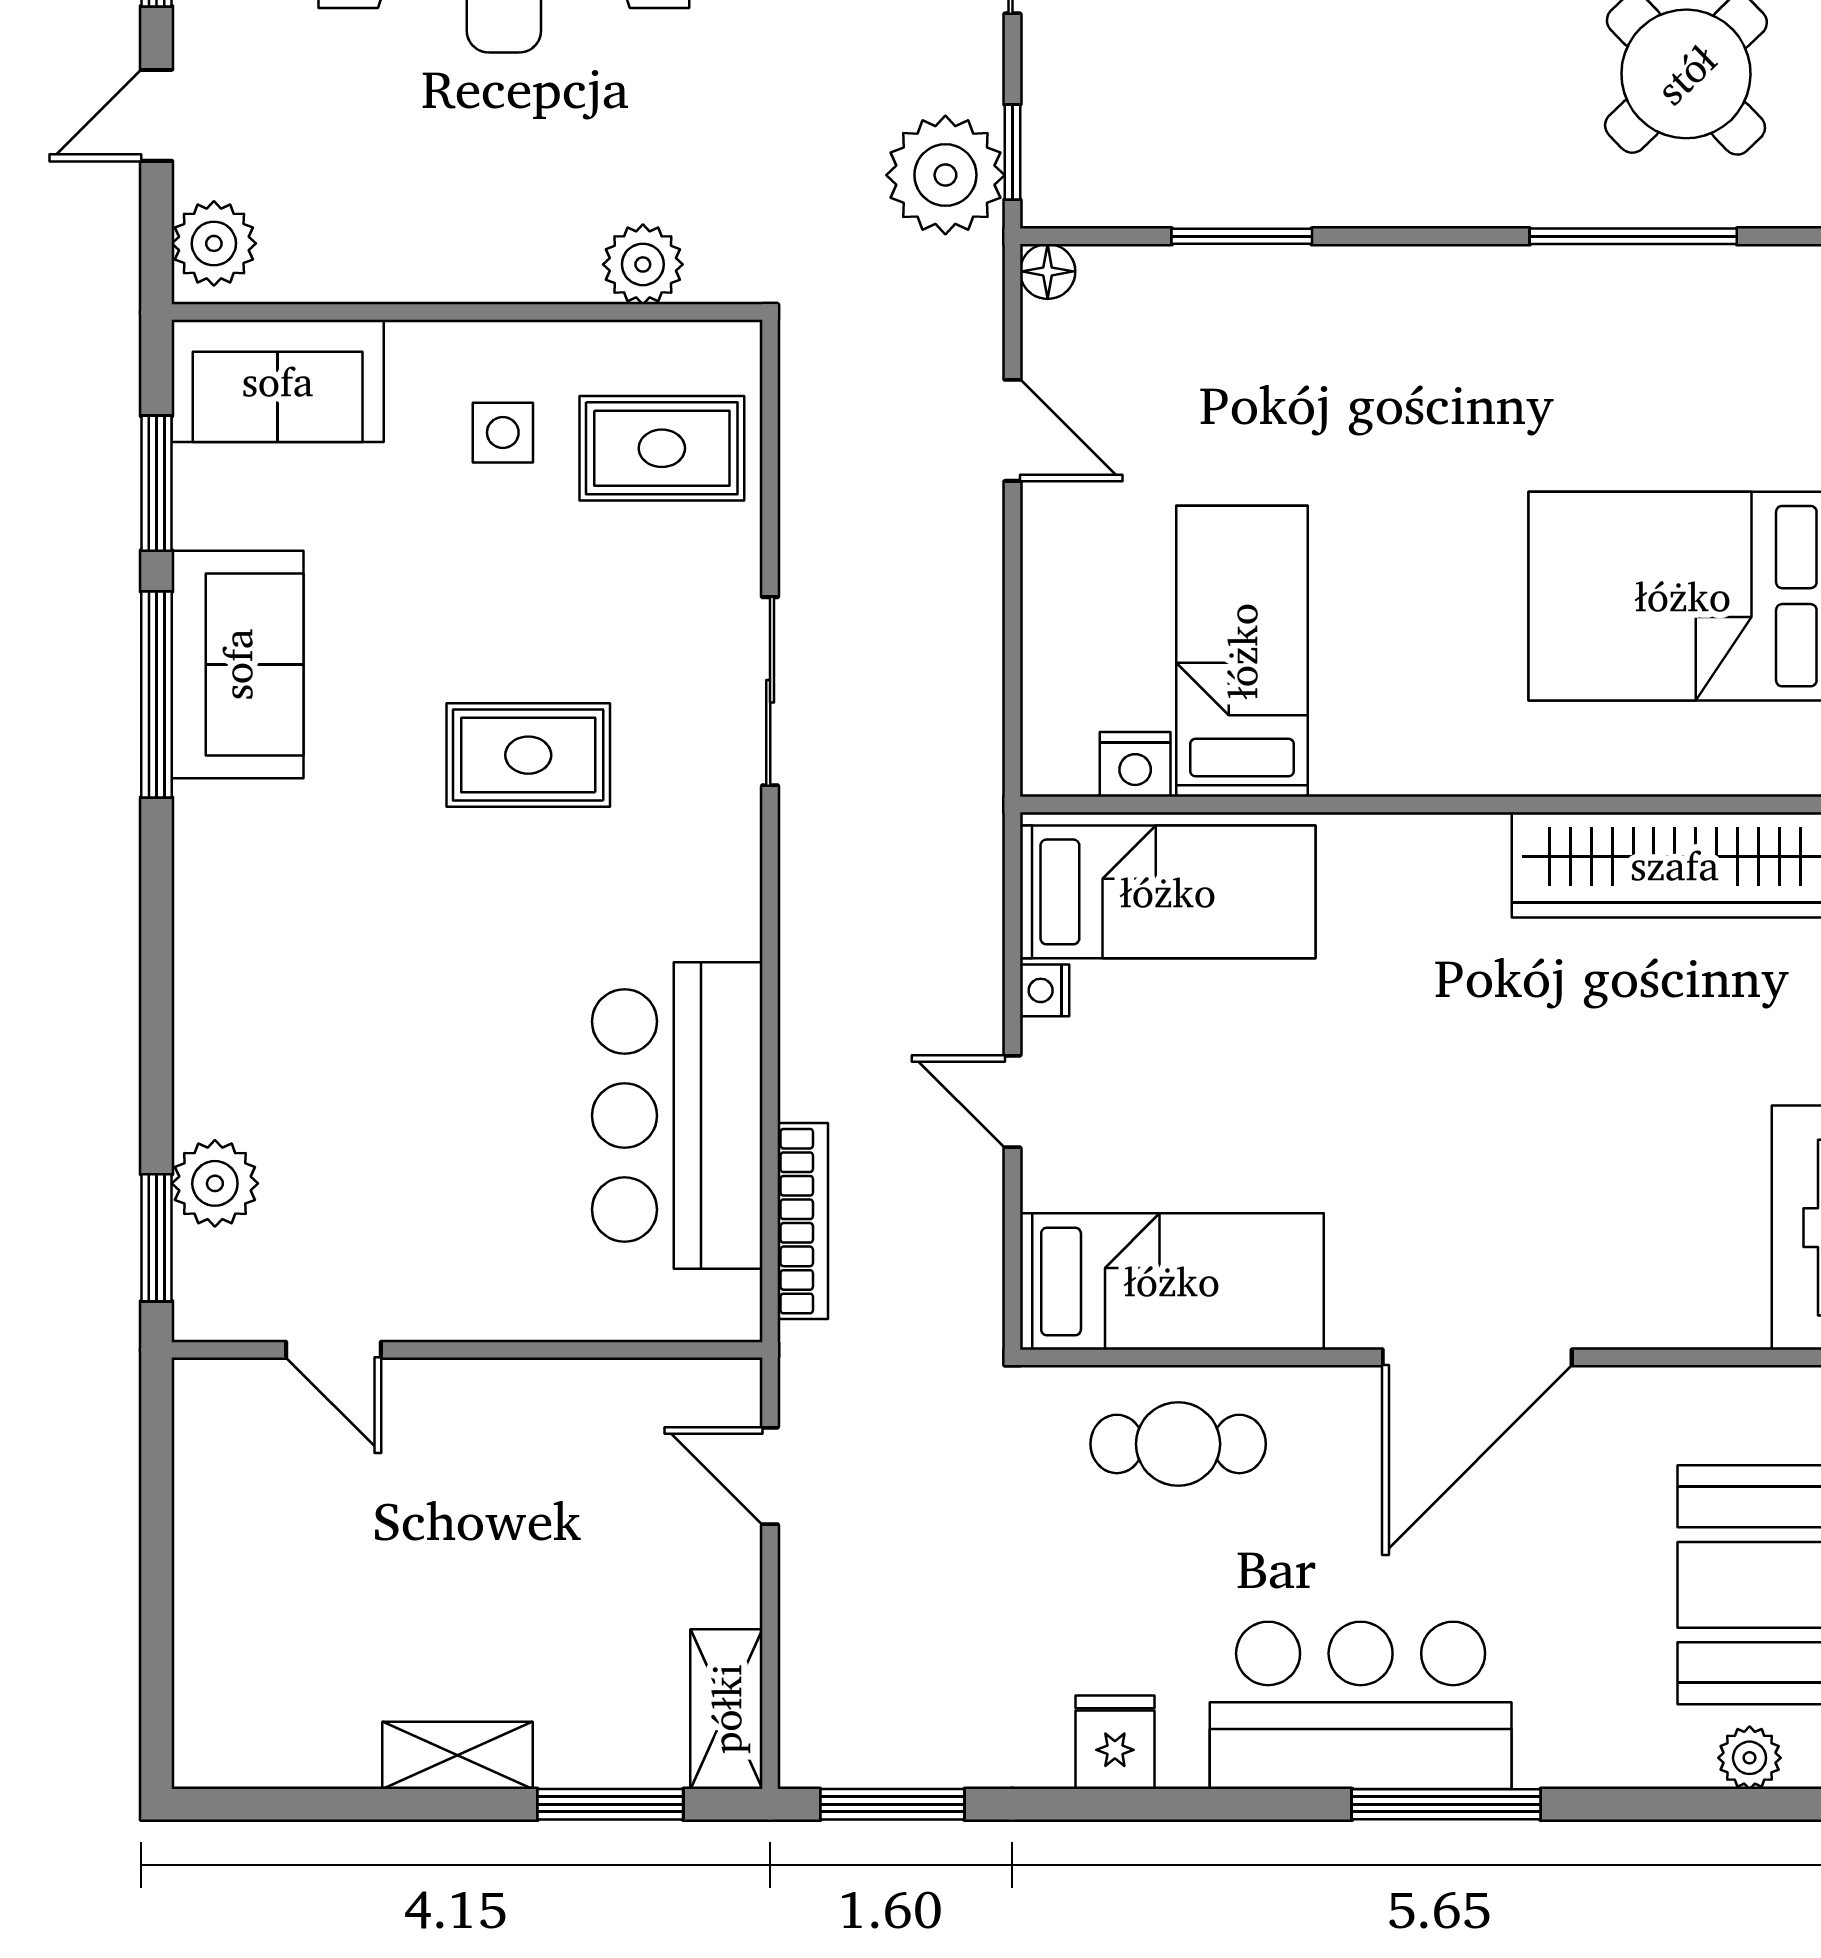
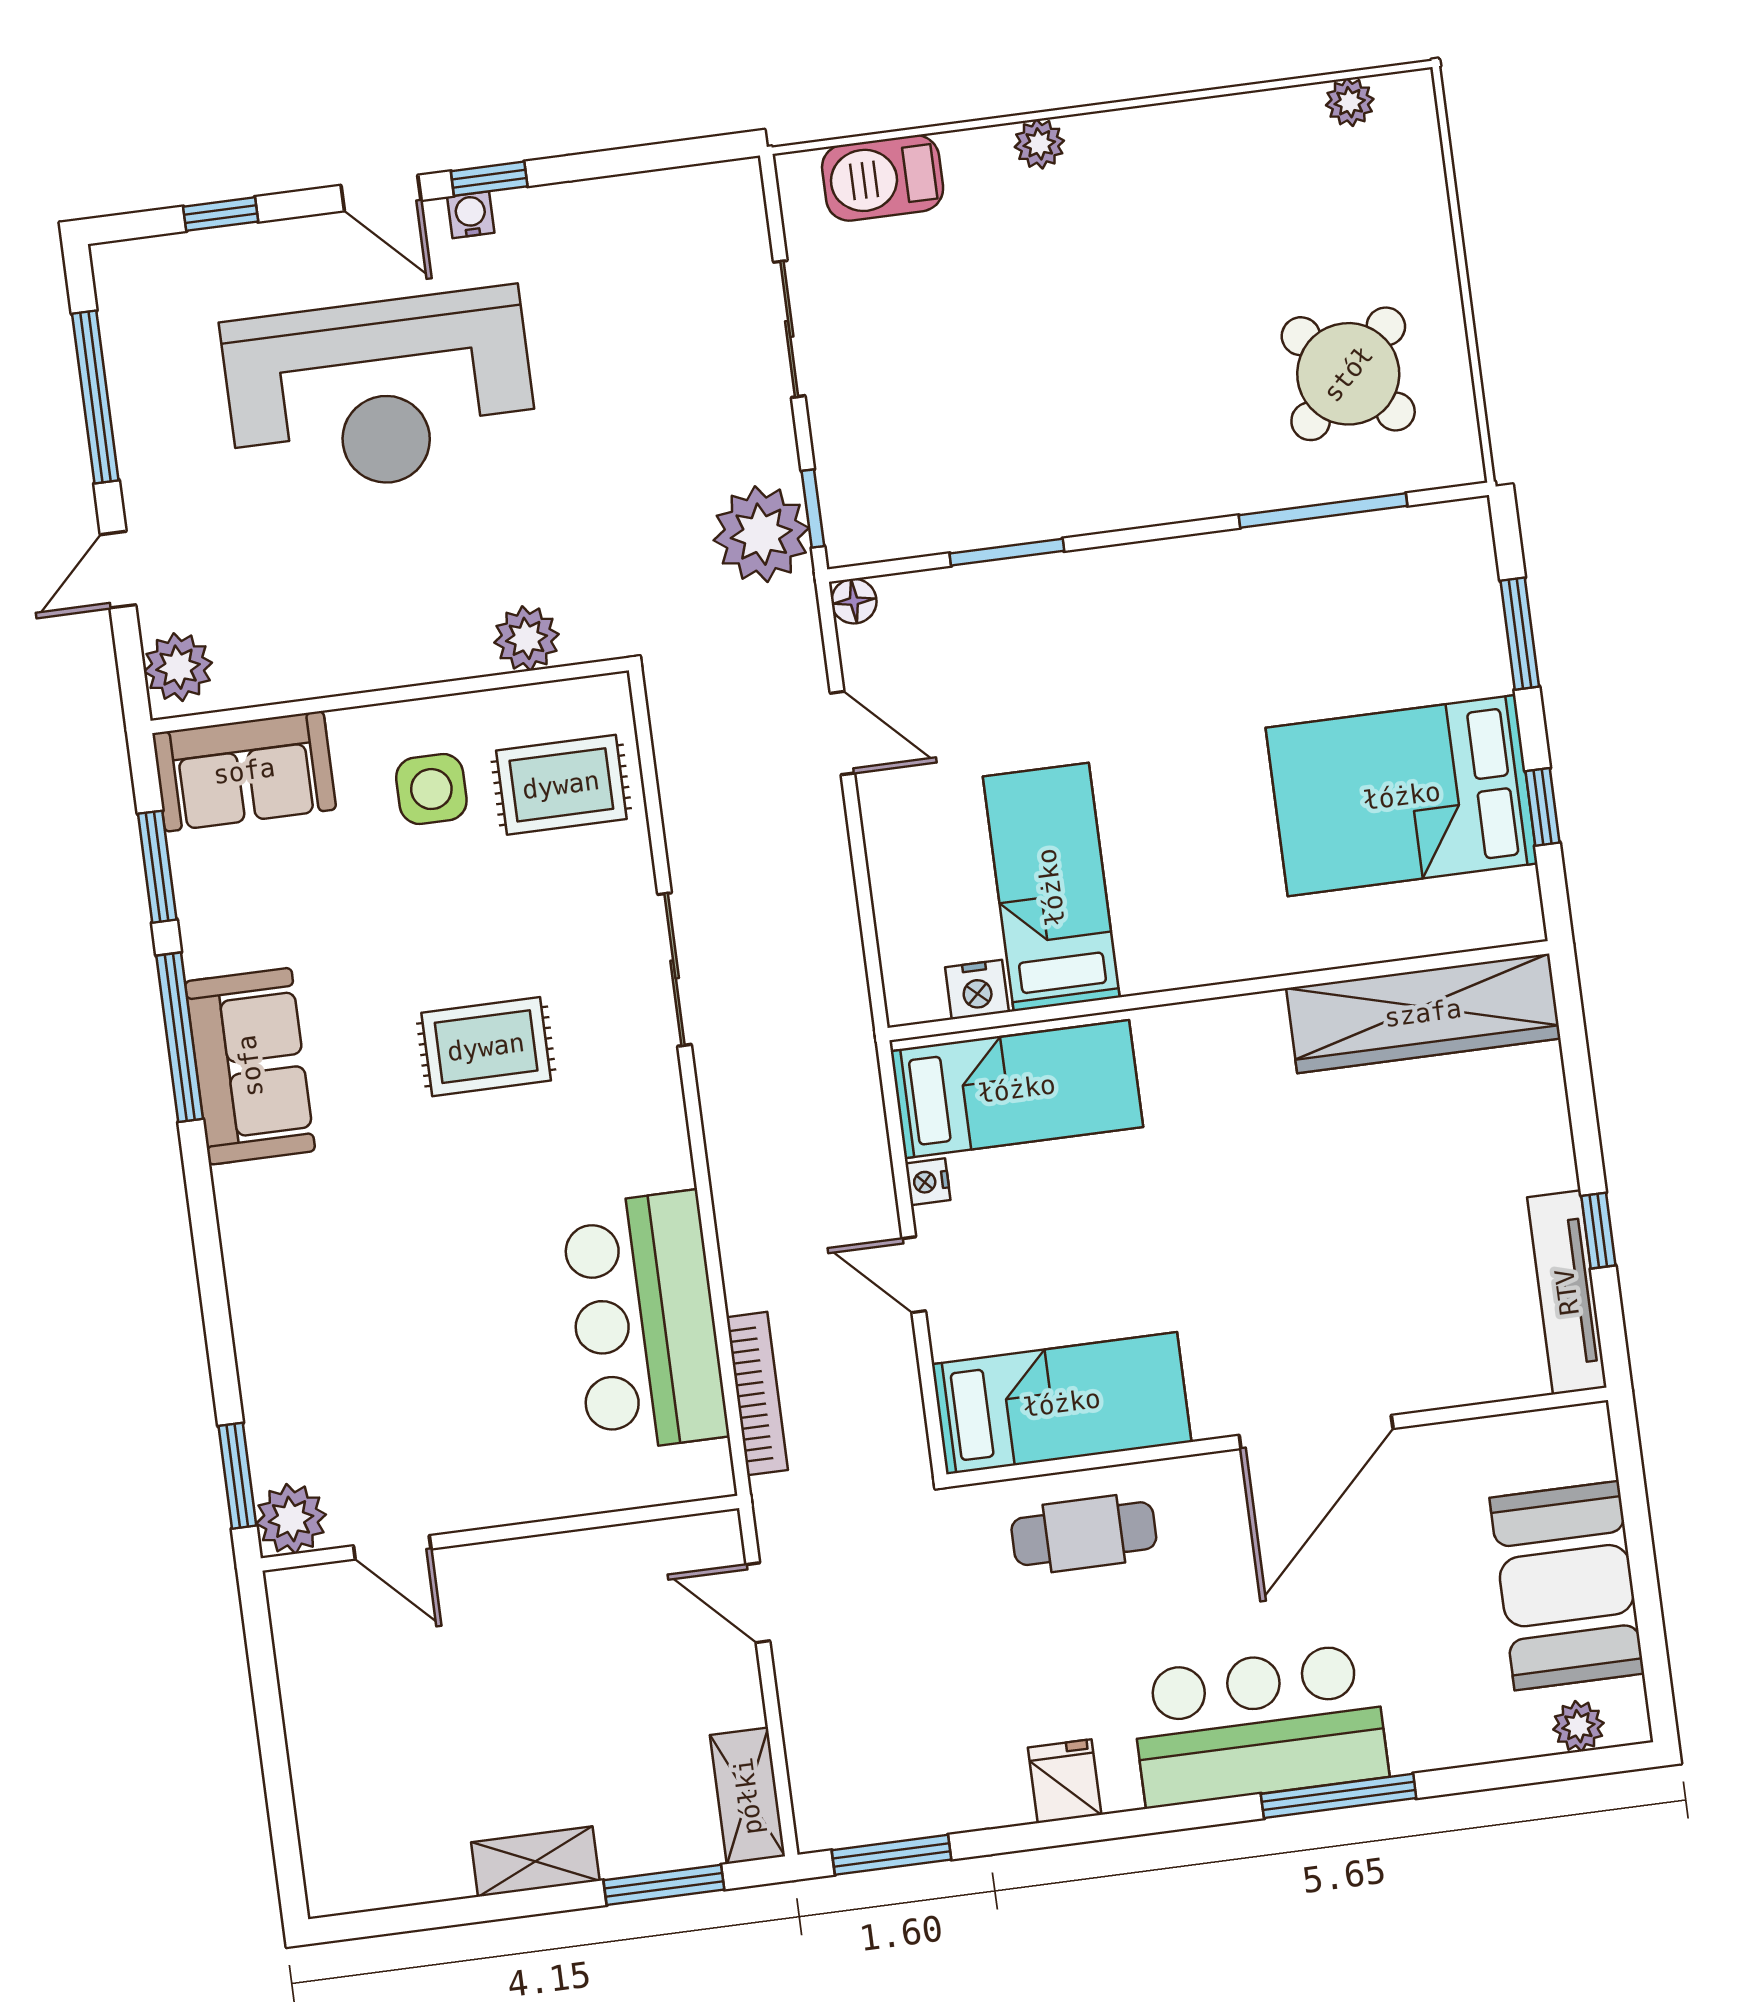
side table: (503, 433) -> (431, 789), width x1.37, depth x1.37
sofa: (237, 664) -> (250, 1066), moved
plant: (215, 1183) -> (291, 1519), moved

